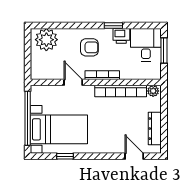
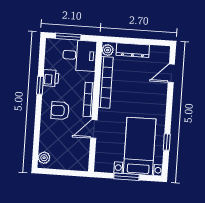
plant: (46, 40) -> (44, 158), width x0.53, depth x0.53
desk: (146, 45) -> (79, 55), moved, turned 180
armchair: (89, 47) -> (60, 111), turned -90
window: (28, 118) -> (126, 177), width x0.47
dresser: (155, 129) -> (133, 50), moved

